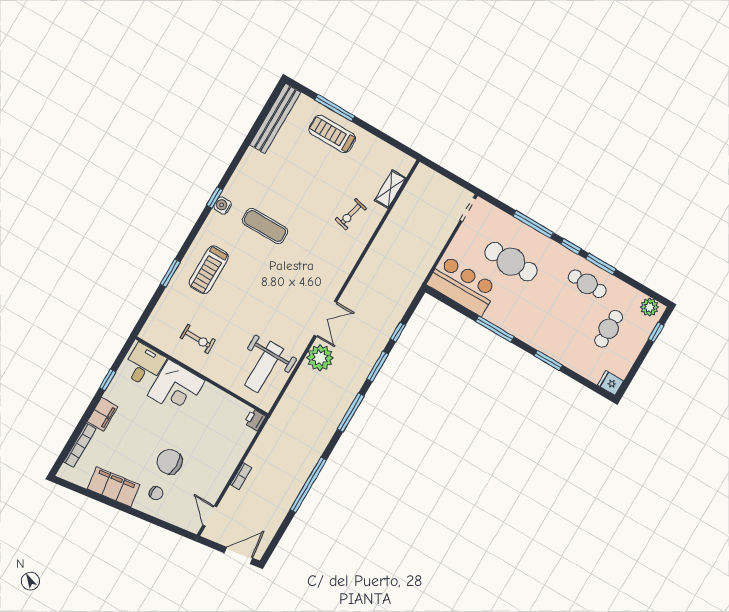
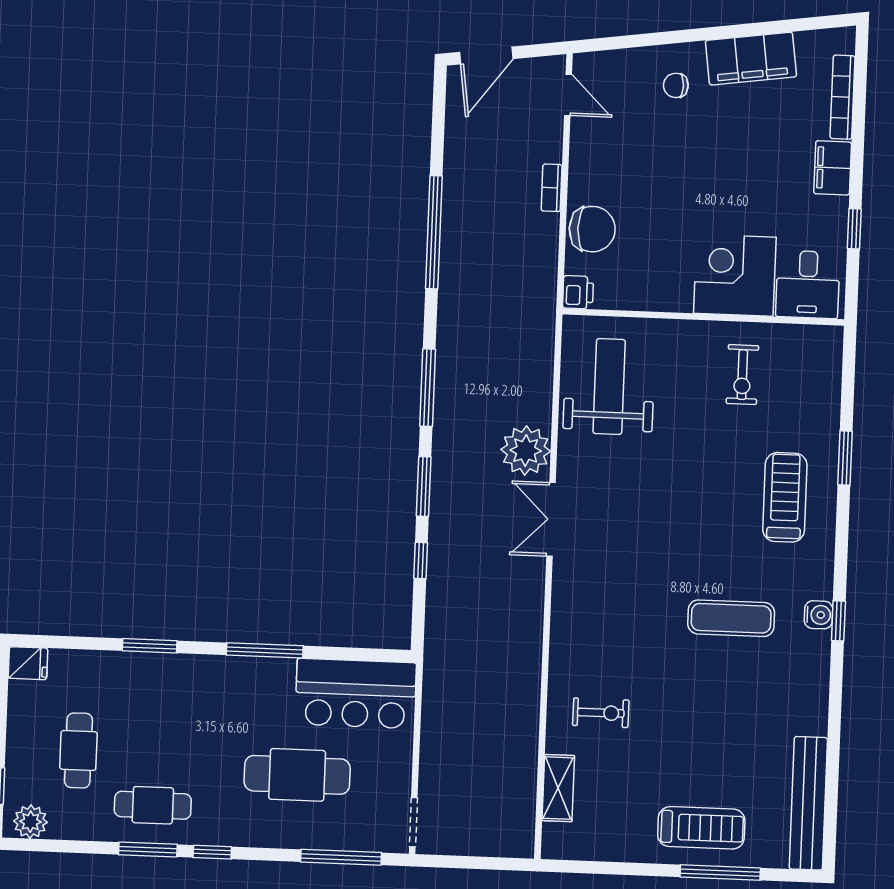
exercise bike: (351, 214) -> (601, 713), turned 76
window: (533, 224) -> (341, 857), moved
exercise bike: (198, 339) -> (742, 375), turned -90
chair: (170, 462) -> (592, 229), moved

